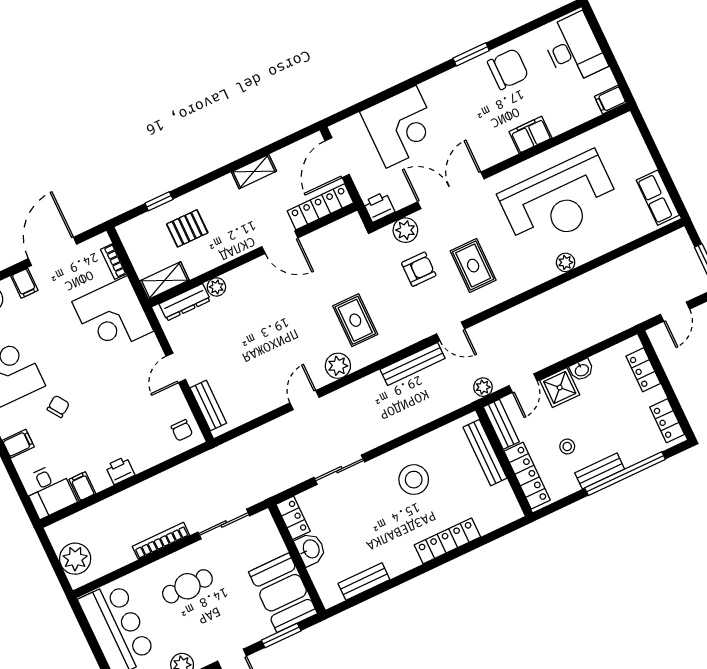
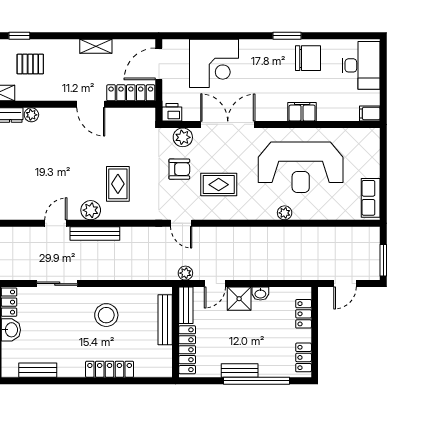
rug: (473, 266) -> (219, 185), turned 90
bench: (413, 364) -> (95, 234), moved
stool: (567, 446) -> (225, 343), removed

